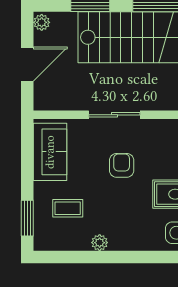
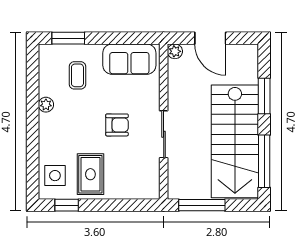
plant: (42, 22) -> (175, 51), moved
sliding door: (114, 115) -> (164, 134), moved

